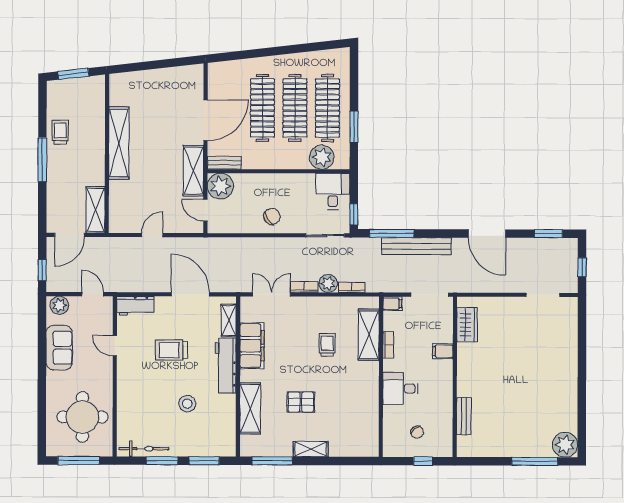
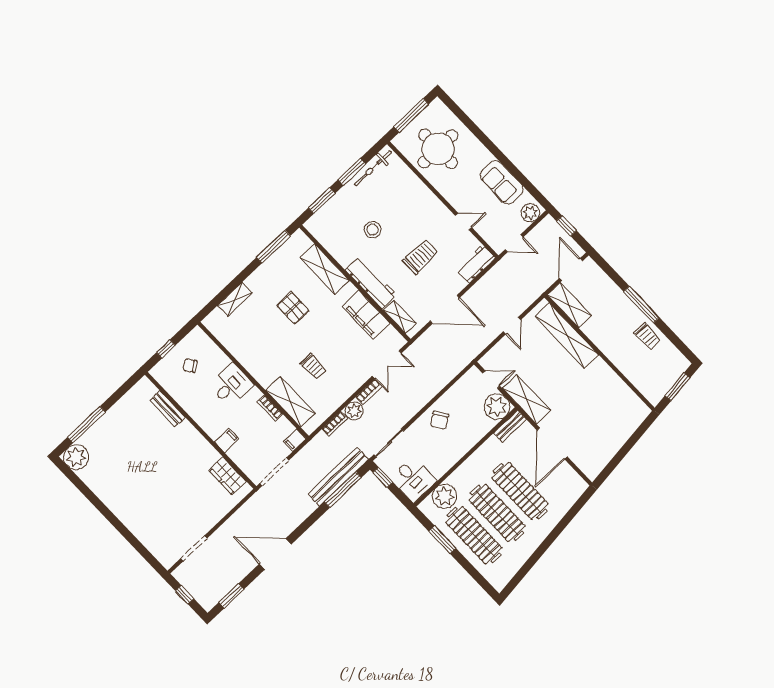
shelving: (119, 143) -> (567, 336), moved
bench: (416, 246) -> (338, 477), moved
pallet: (301, 402) -> (293, 308), turned 90
shelving: (311, 449) -> (235, 299), moved

